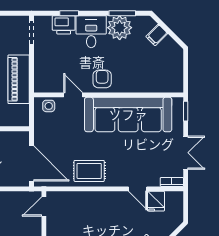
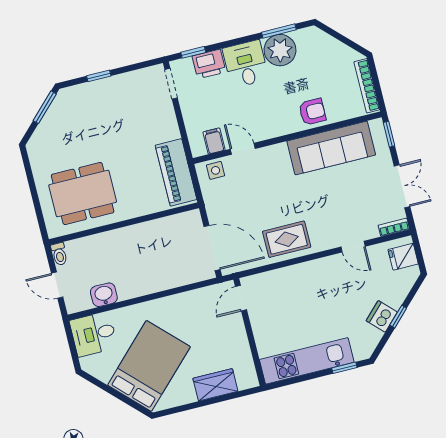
window: (69, 13) -> (193, 52), moved
filing cabinet: (157, 35) -> (214, 141), moved, turned 135
bookcase: (178, 71) -> (367, 86), added
piano: (19, 79) -> (176, 172), moved
armchair: (102, 79) -> (312, 112), moved, turned 90
sofa: (128, 114) -> (331, 148), width x0.74, depth x0.79
fridge: (156, 201) -> (403, 257), moved, turned 90

